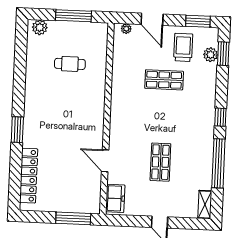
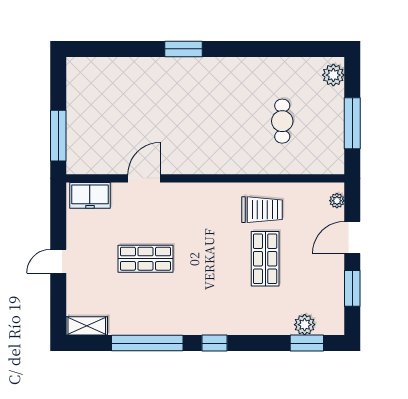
window: (198, 21) -> (352, 288), moved
trolley: (183, 47) -> (262, 210), moved
locker: (29, 176) -> (117, 68), removed

